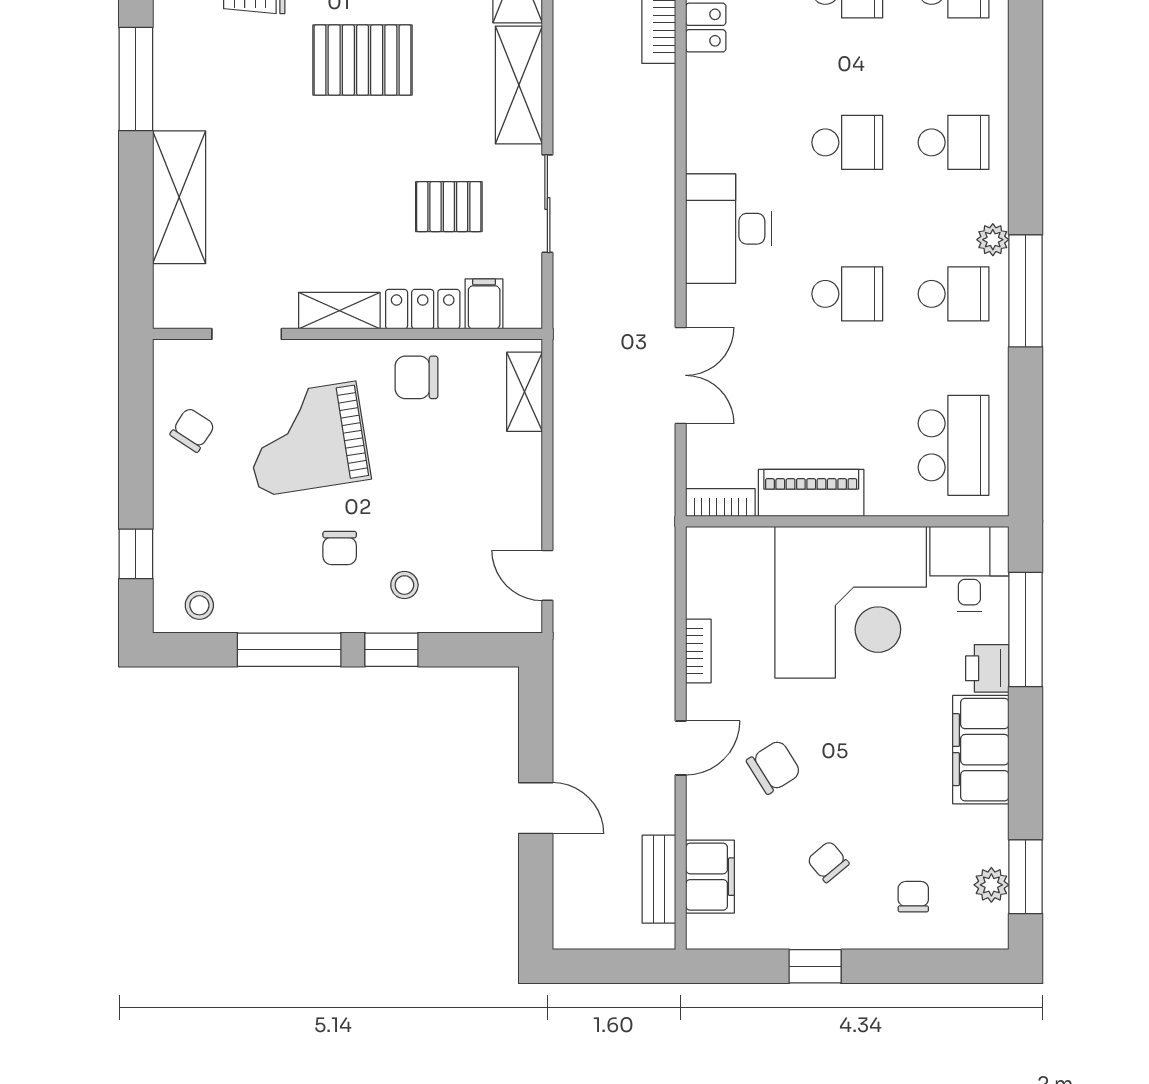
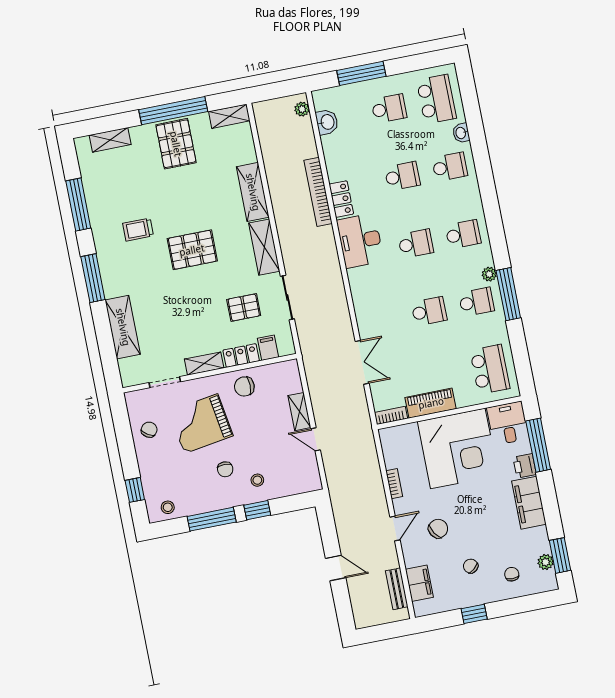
desk: (729, 229) -> (360, 241), moved
shelving: (525, 392) -> (299, 412), moved
door: (547, 575) -> (316, 439), moved

